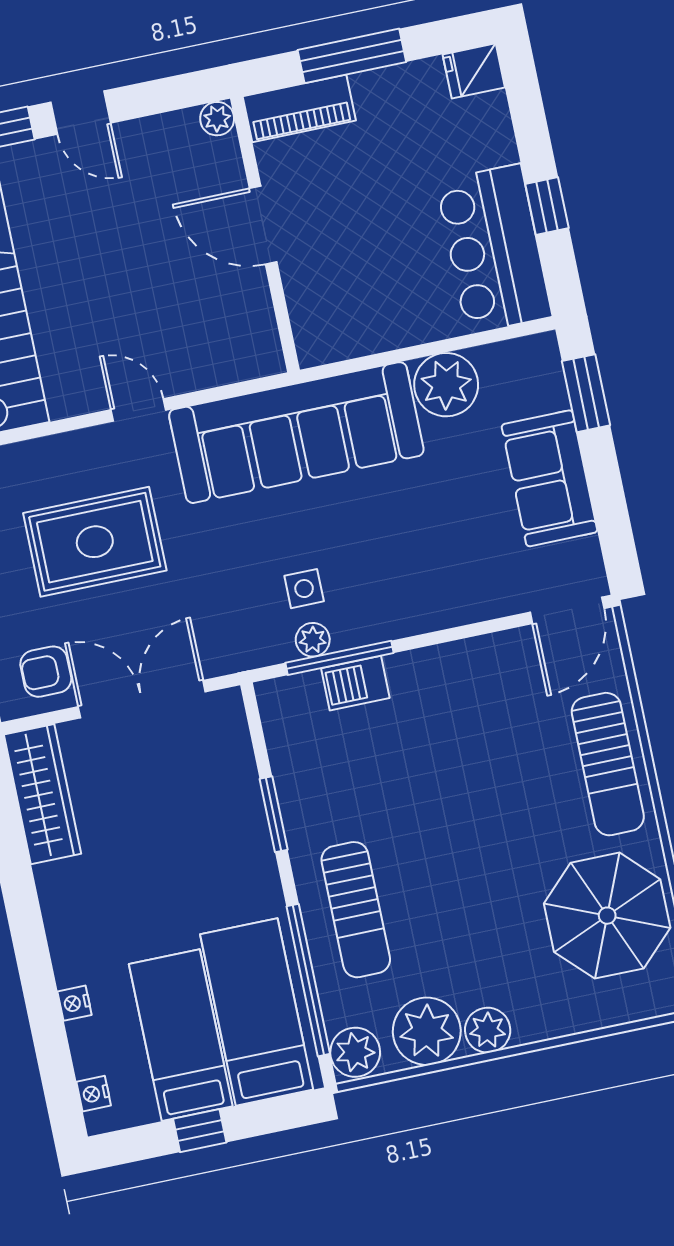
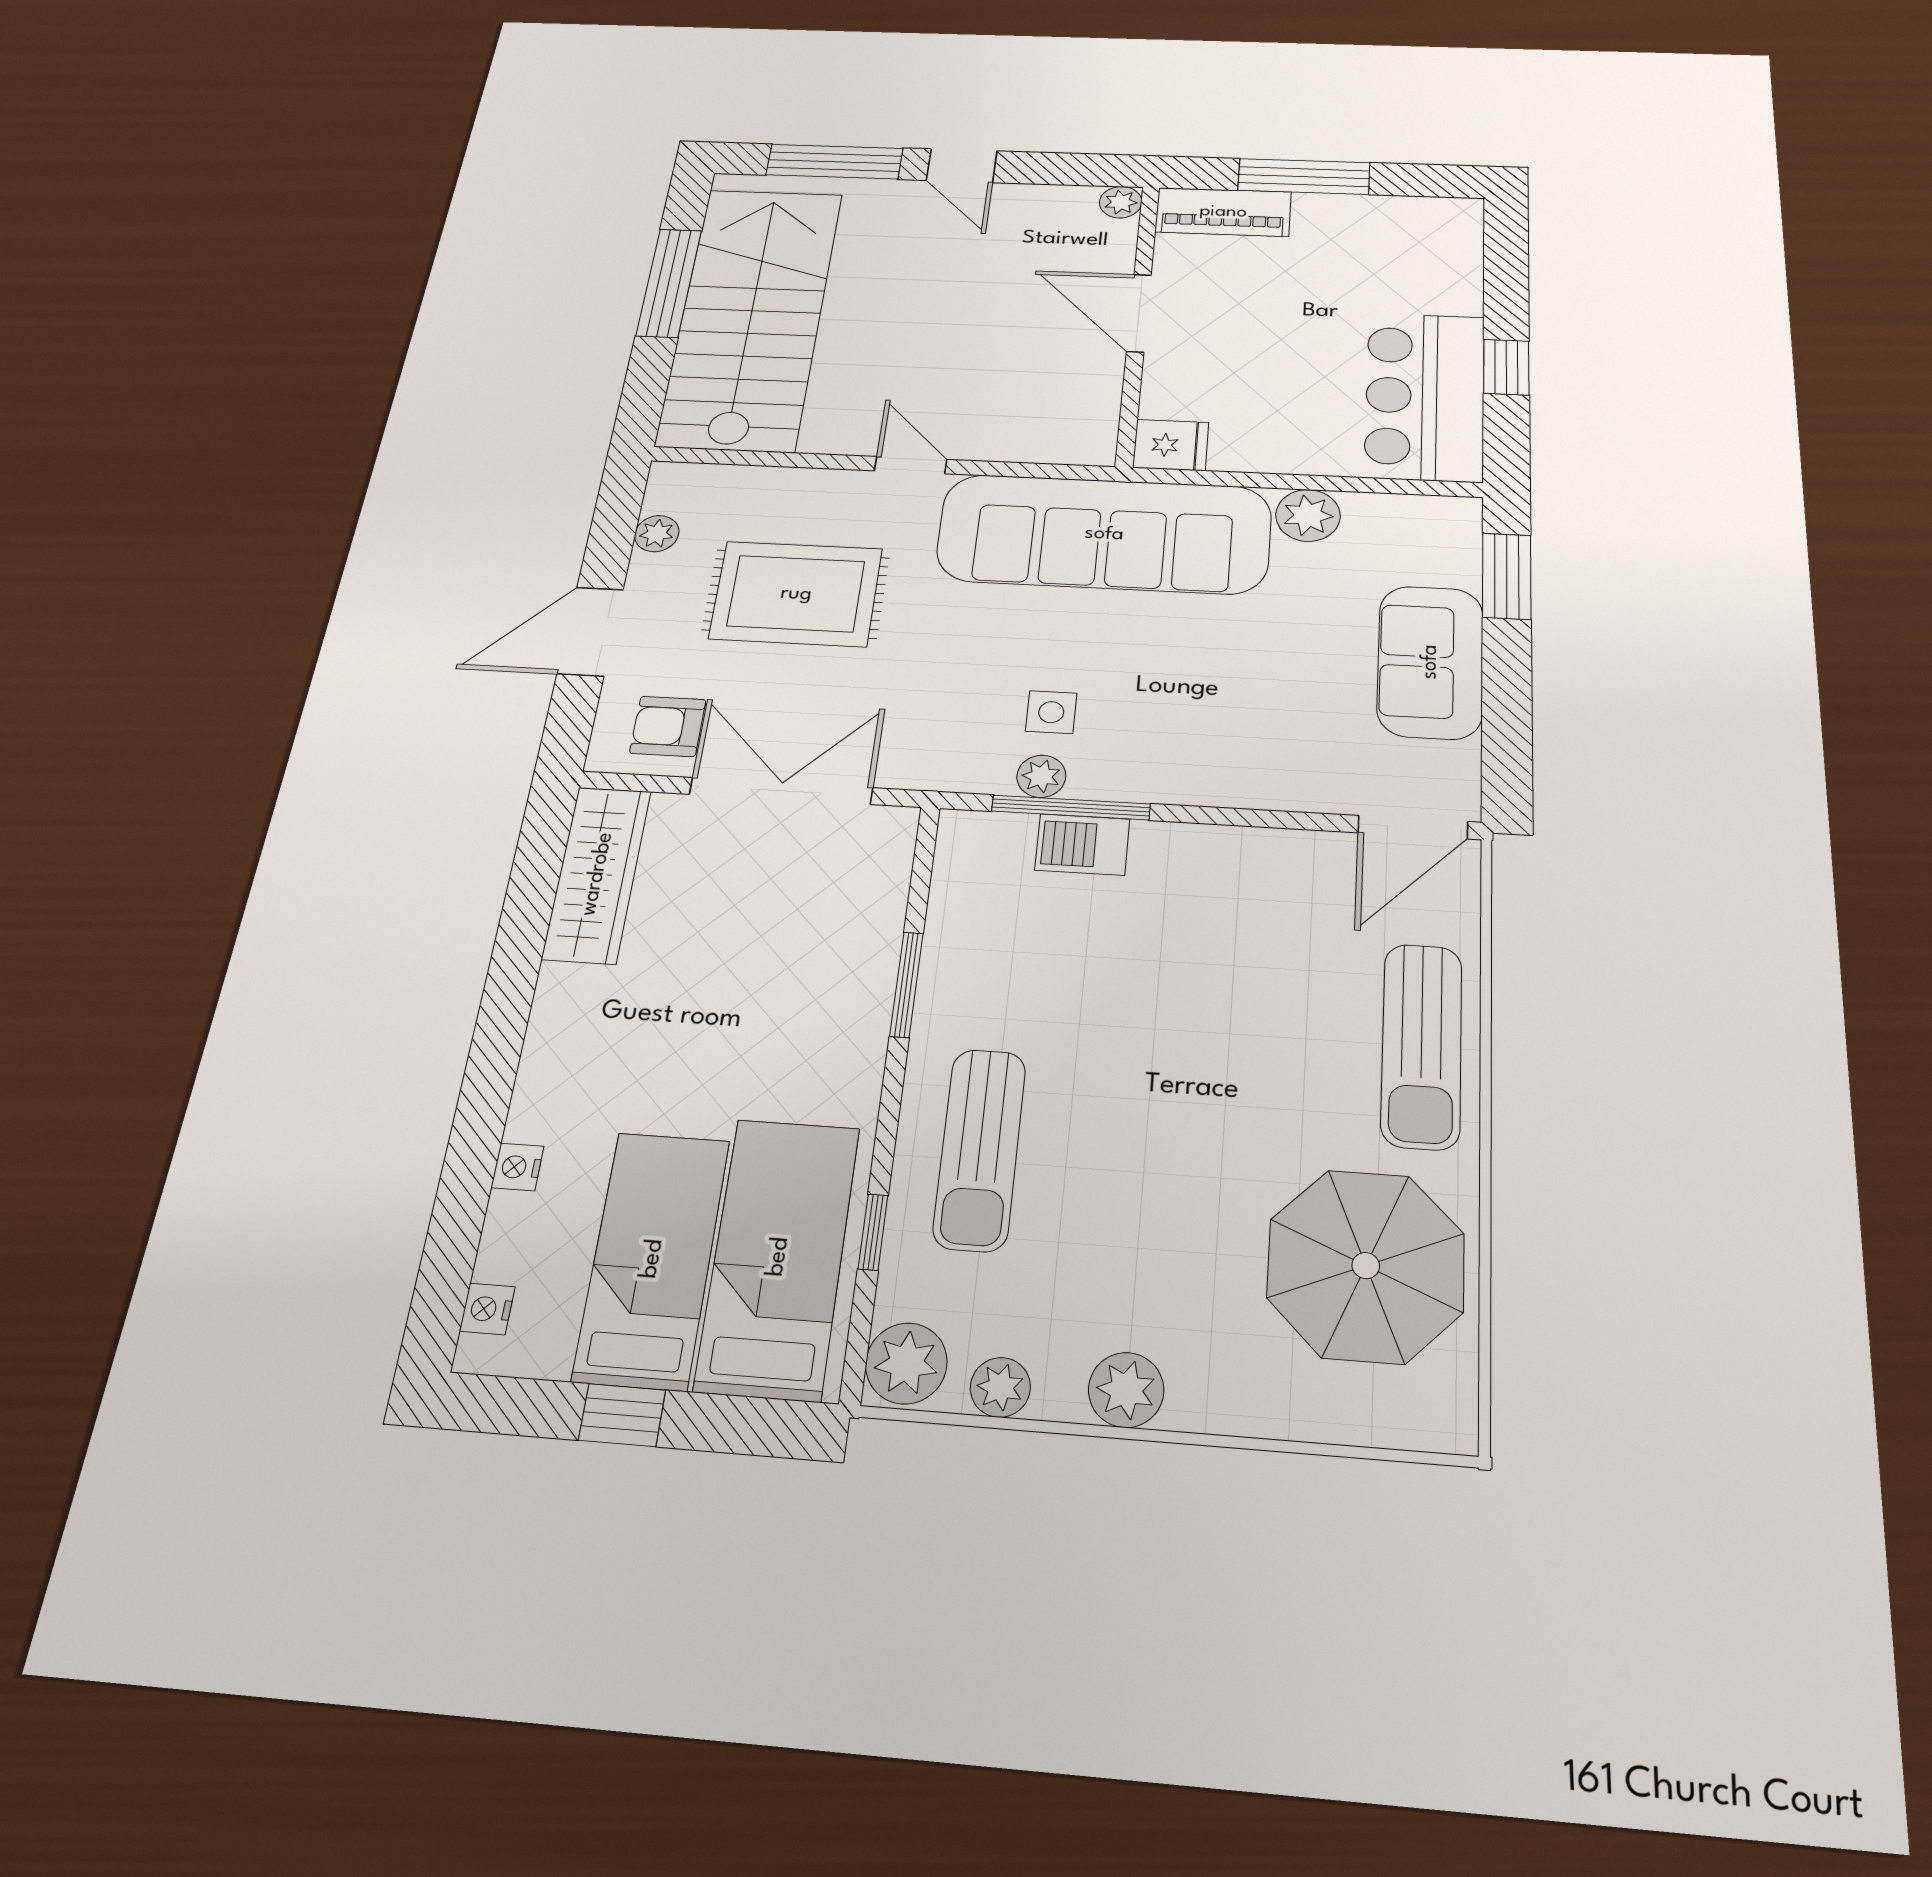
fridge: (474, 71) -> (1171, 445), moved, turned 180
plant: (446, 385) -> (1308, 515), width x0.73, depth x0.73
window: (308, 980) -> (873, 1232), width x0.32
plant: (427, 1031) -> (1000, 1387), width x0.53, depth x0.53

